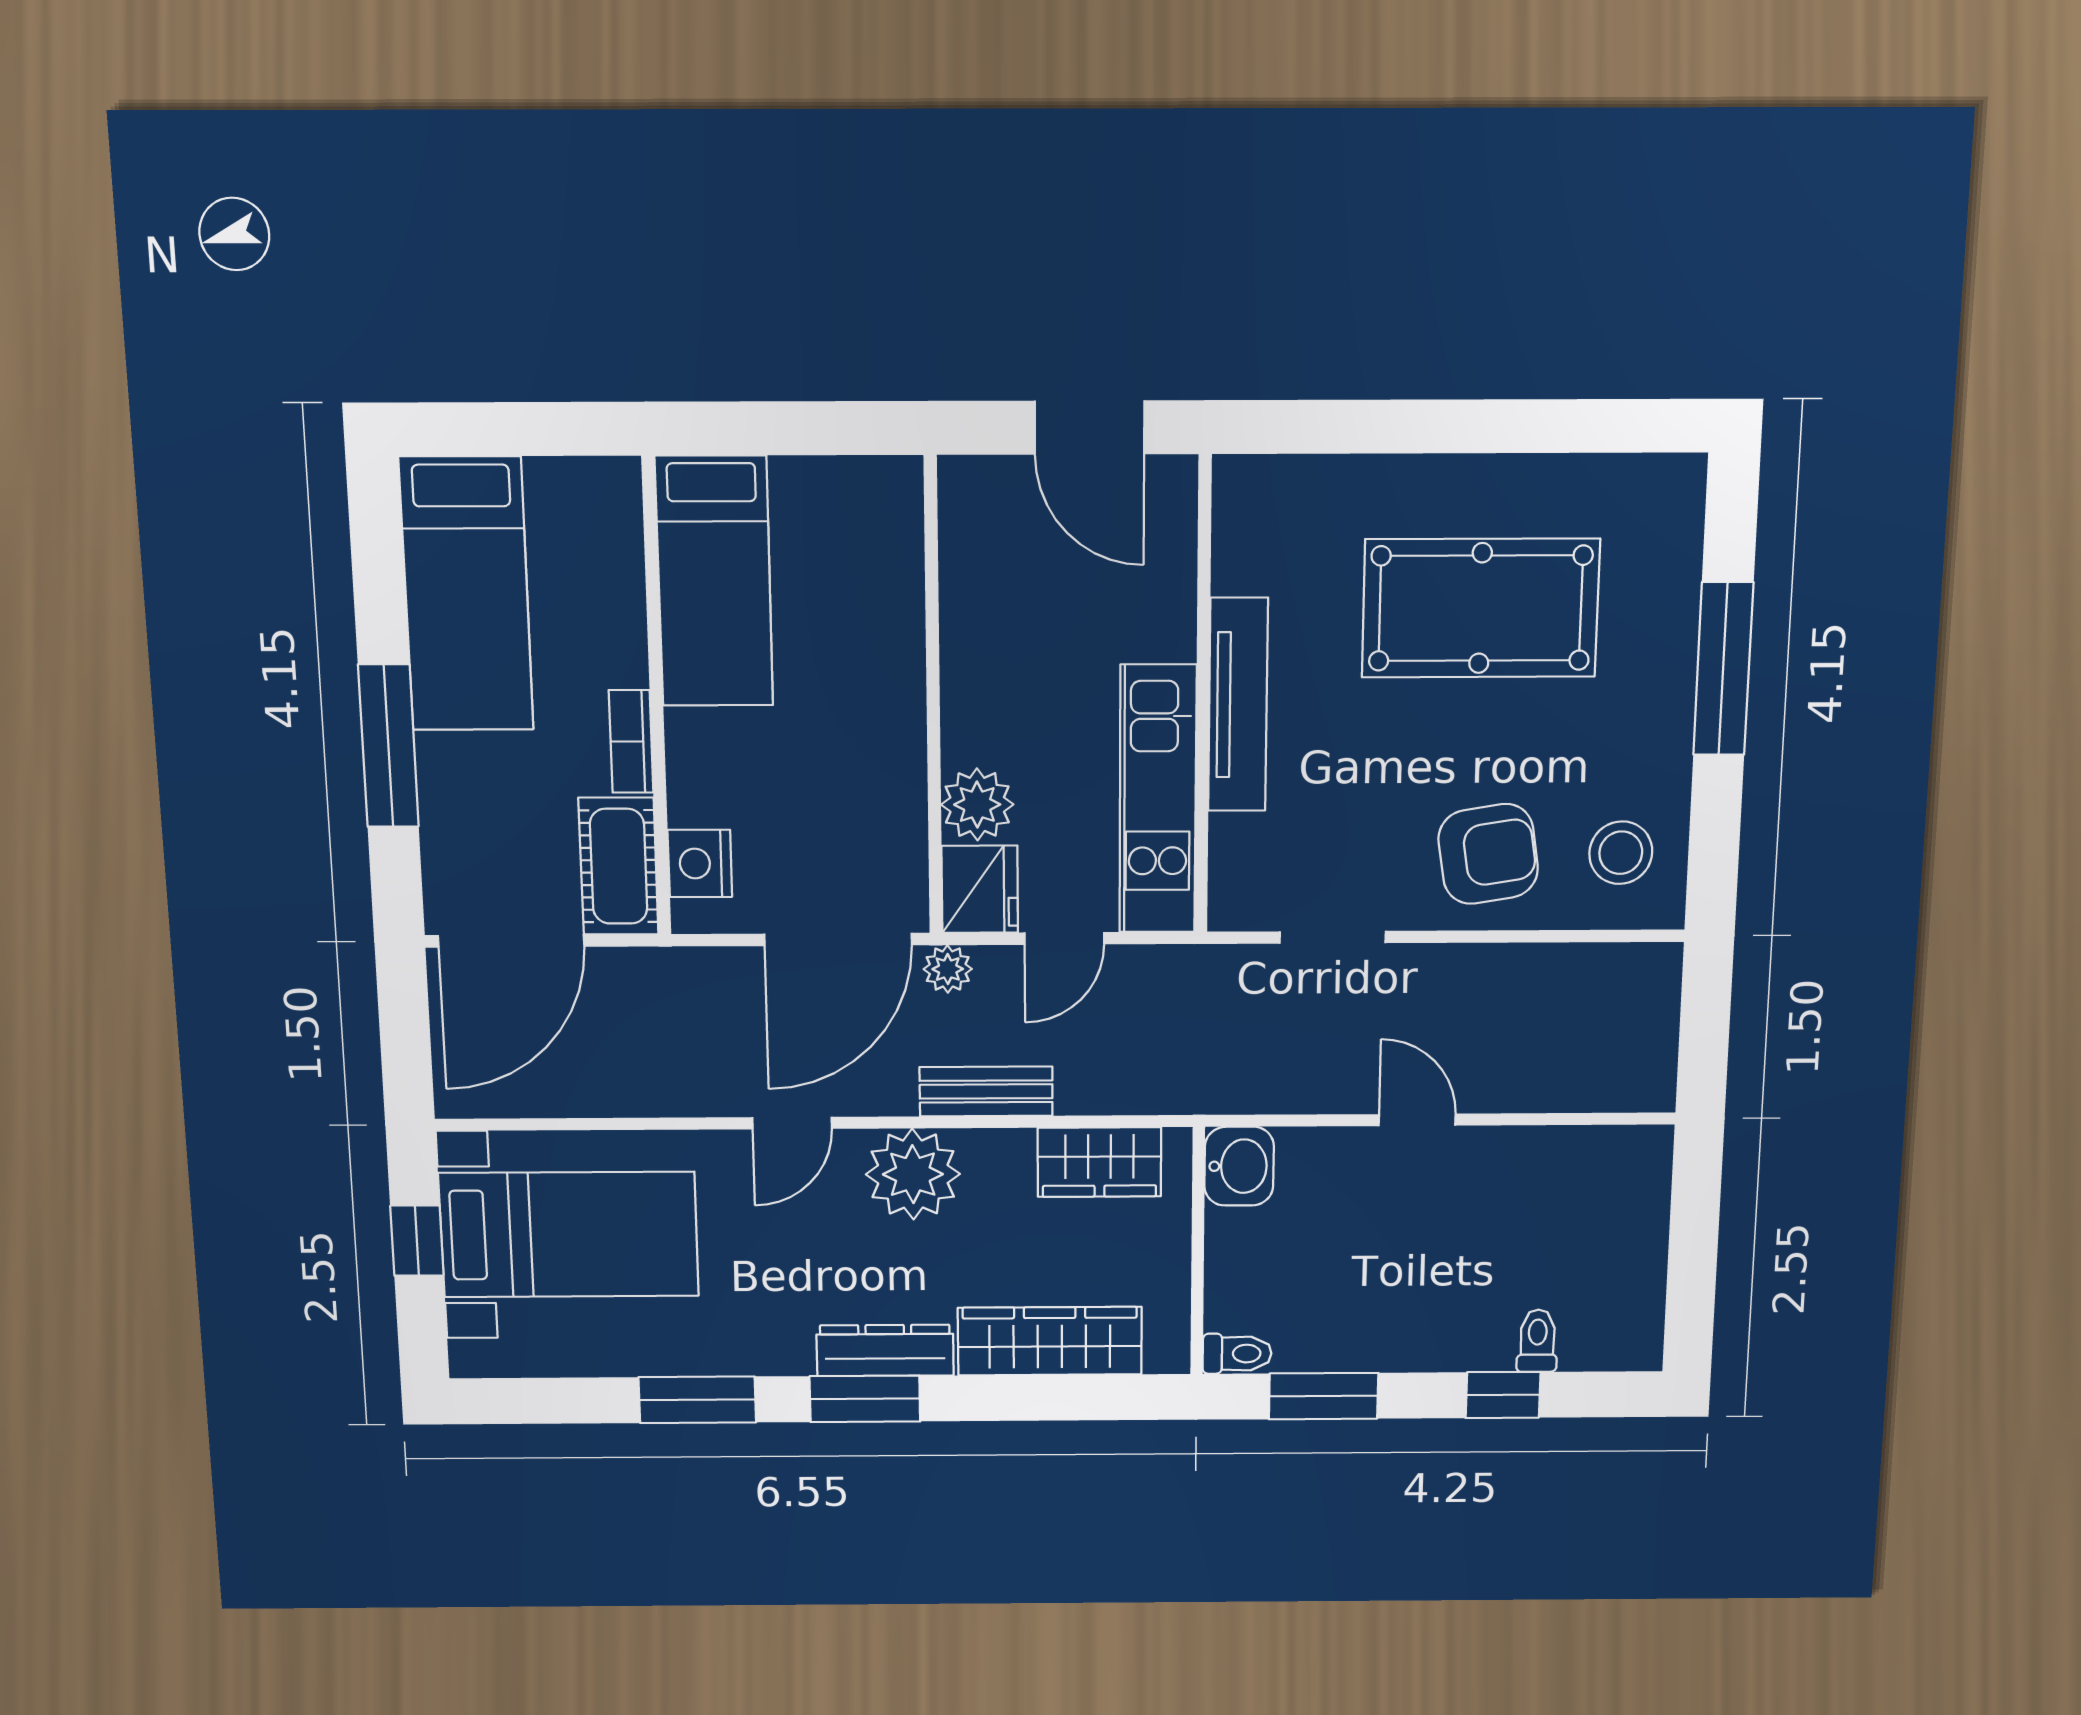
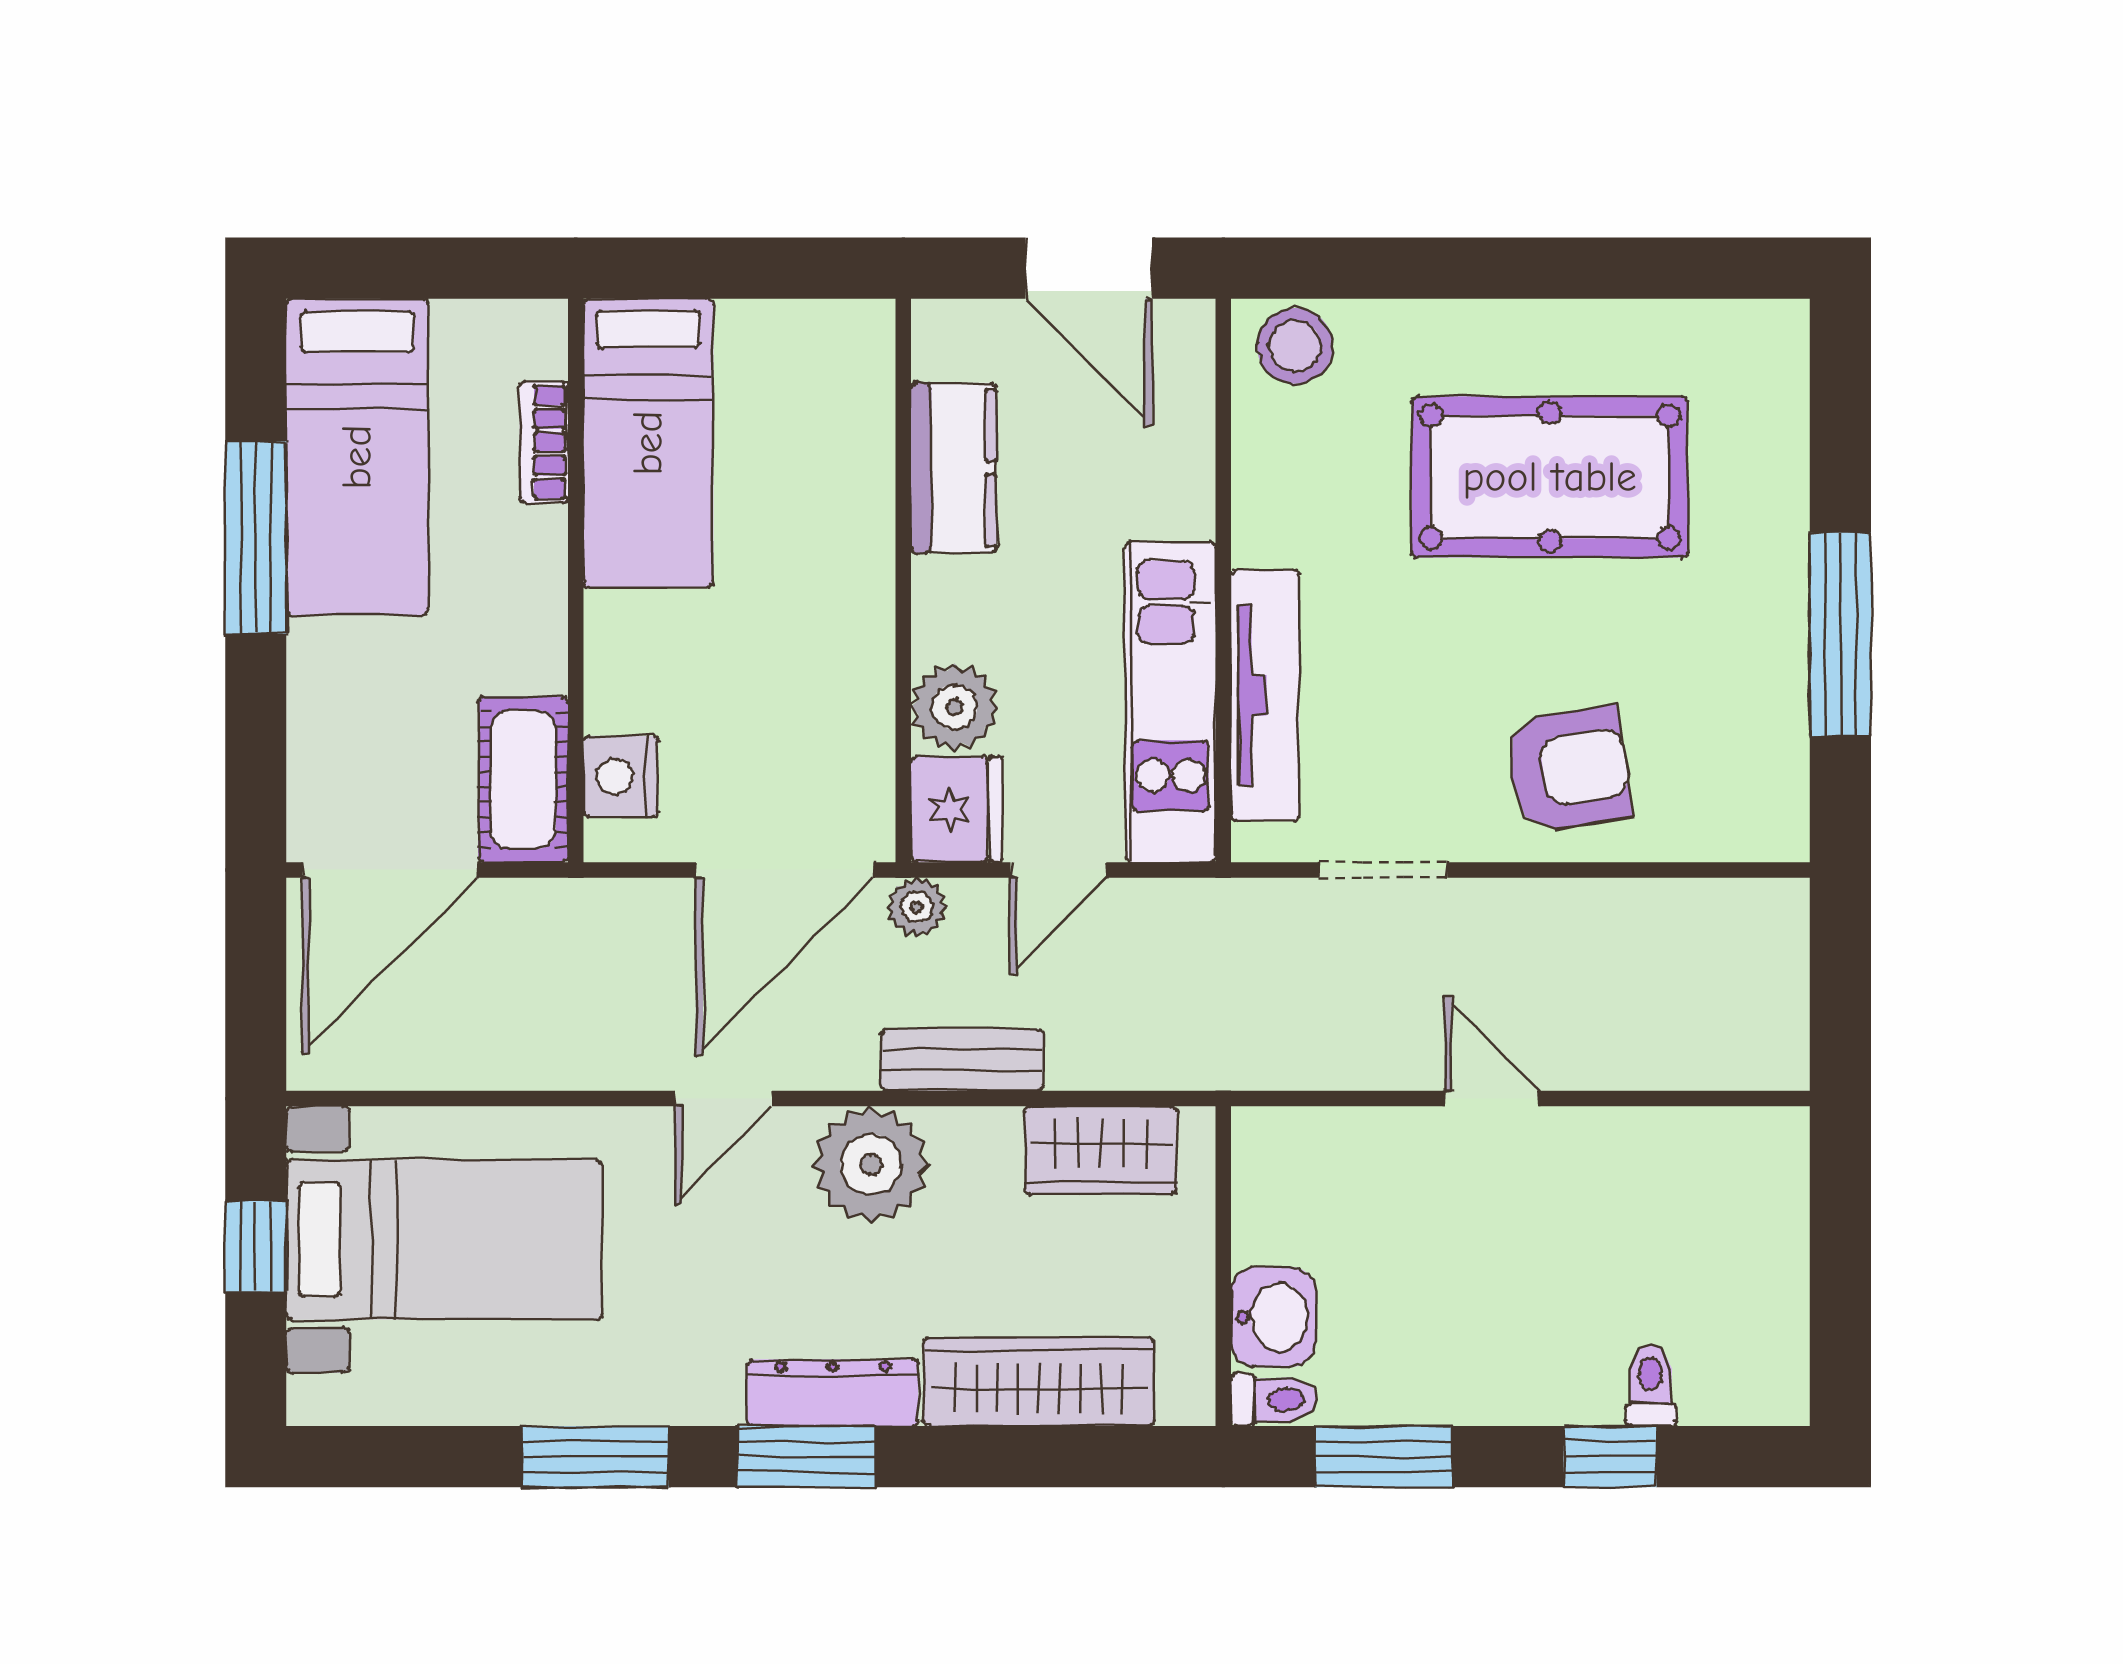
kitchen counter: (975, 602) -> (954, 468), added
window: (1723, 669) -> (1840, 634), moved
tv unit: (1238, 705) -> (1265, 695), moved
bookcase: (631, 741) -> (544, 442), moved
window: (388, 746) -> (256, 538), moved
stool: (1621, 853) -> (1295, 346), moved
washbasin: (1239, 1166) -> (1273, 1317), moved

